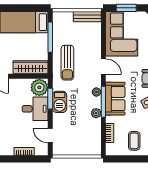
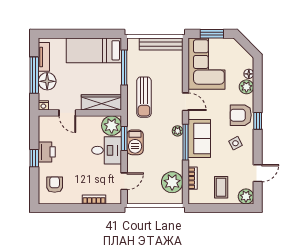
bench: (87, 17) -> (161, 44), width x1.36
plant: (96, 113) -> (172, 182), moved, width x1.88, depth x1.88
door: (50, 136) -> (124, 181), swing flipped

